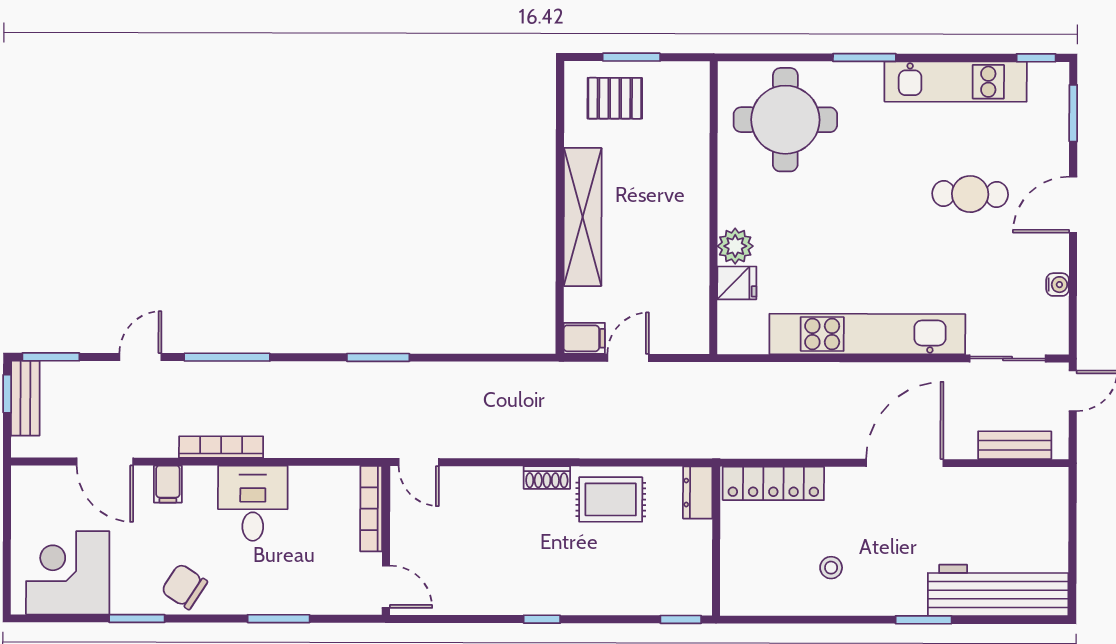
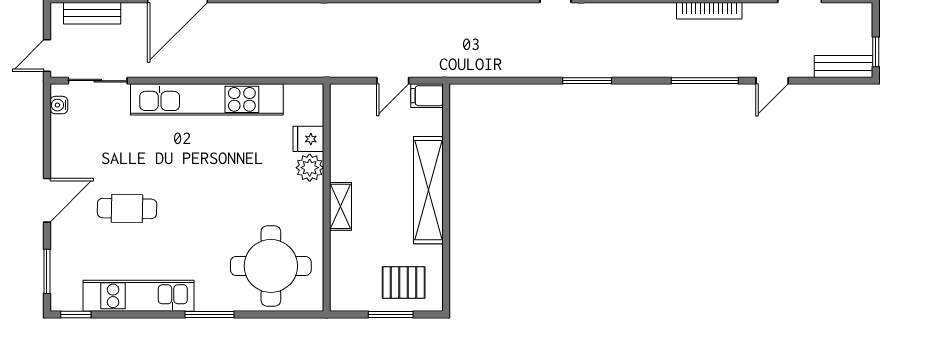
shelving: (696, 196) -> (340, 206), added
water cooler: (1058, 285) -> (59, 105), moved
window: (51, 357) -> (842, 81), removed
bench: (25, 398) -> (844, 66), moved, turned 90

